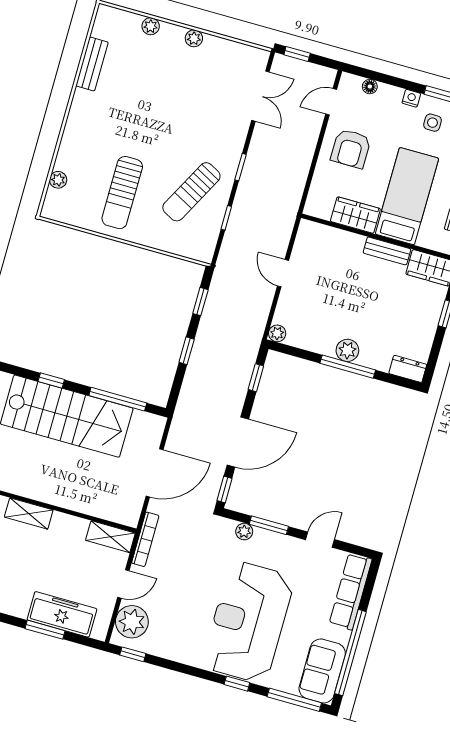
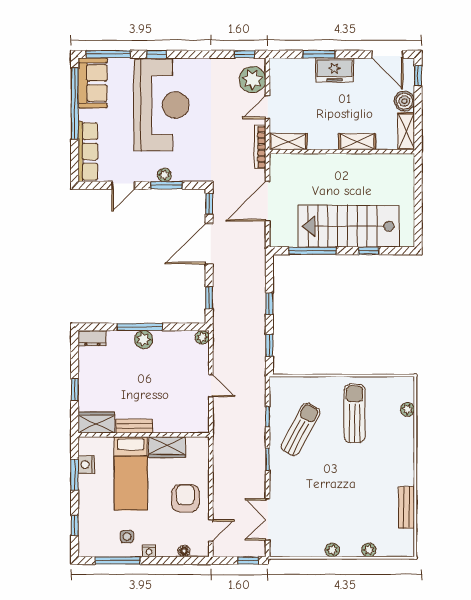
plant: (244, 532) -> (164, 175), moved
freezer: (62, 614) -> (334, 70), moved, width x0.71

